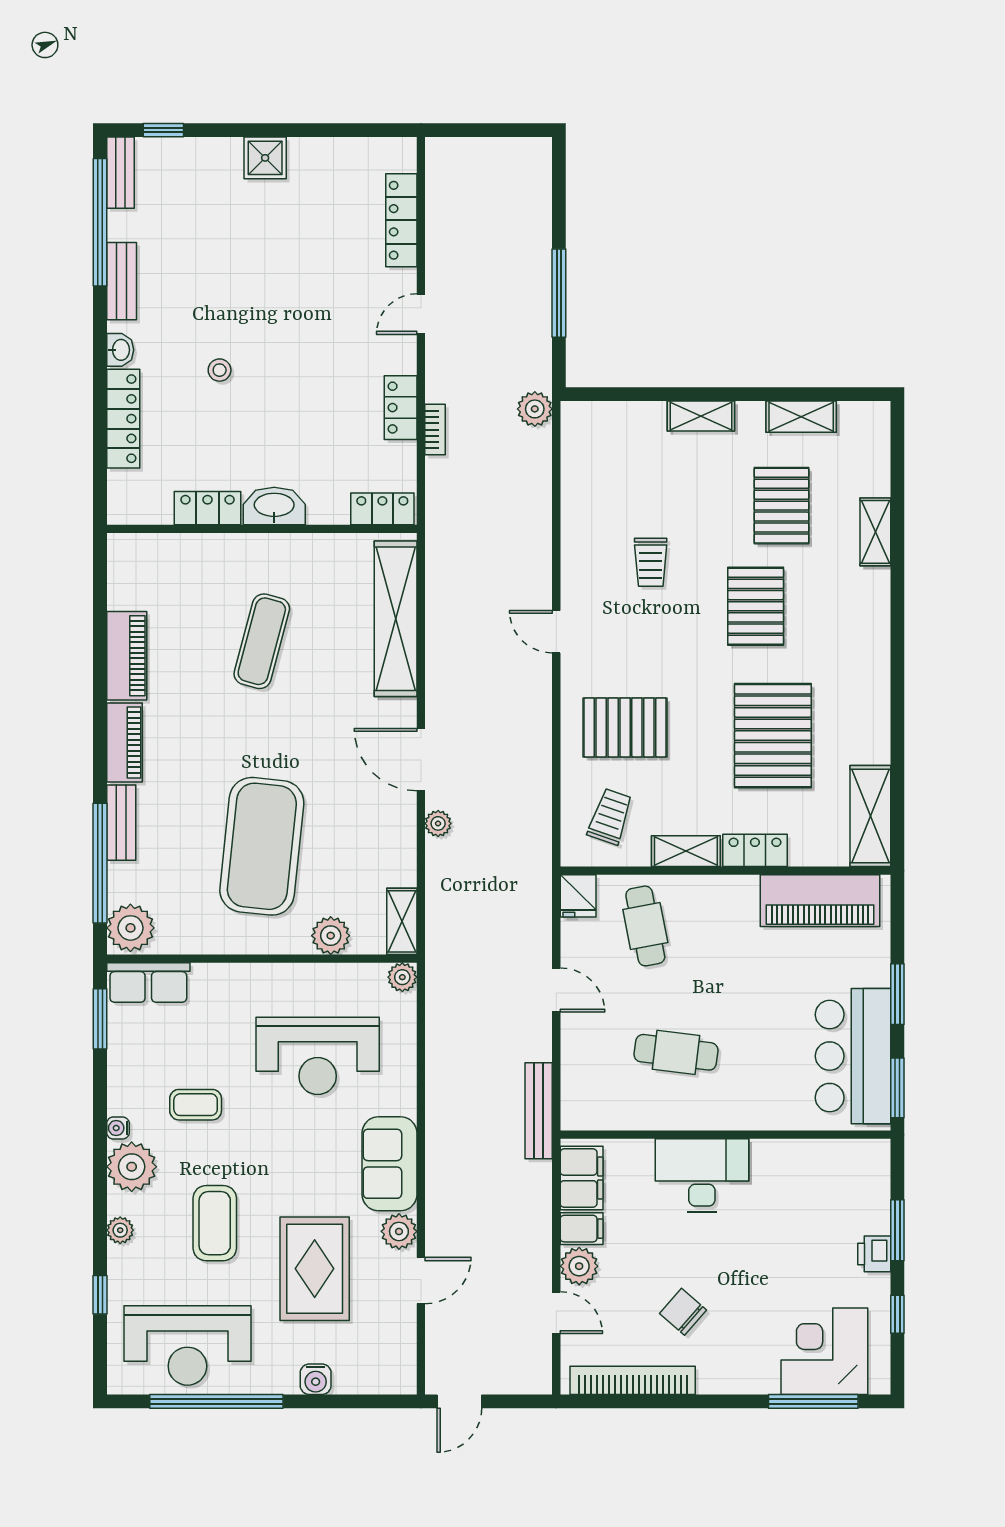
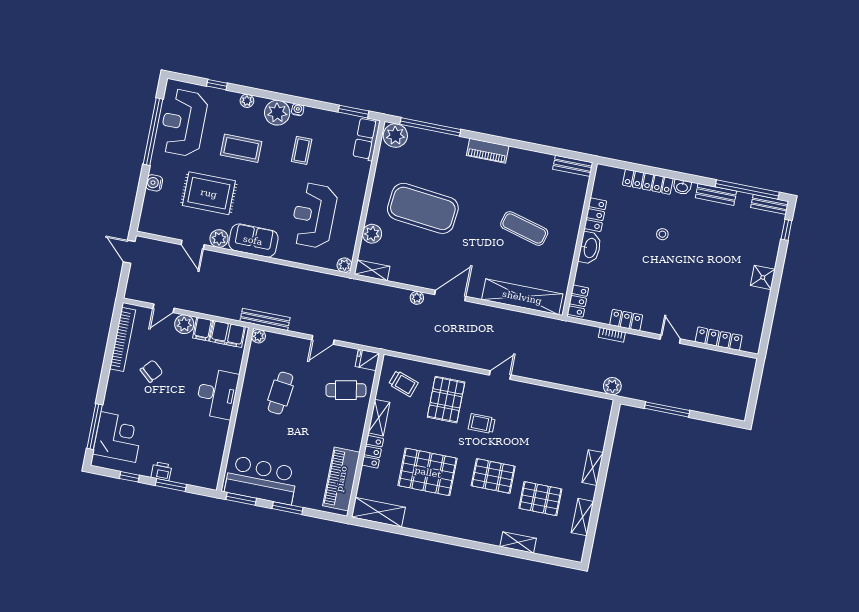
trolley: (651, 562) -> (482, 424), moved
piano: (127, 656) -> (530, 160), removed
bench: (121, 823) -> (573, 166), moved
plant: (574, 1117) -> (259, 336), added

